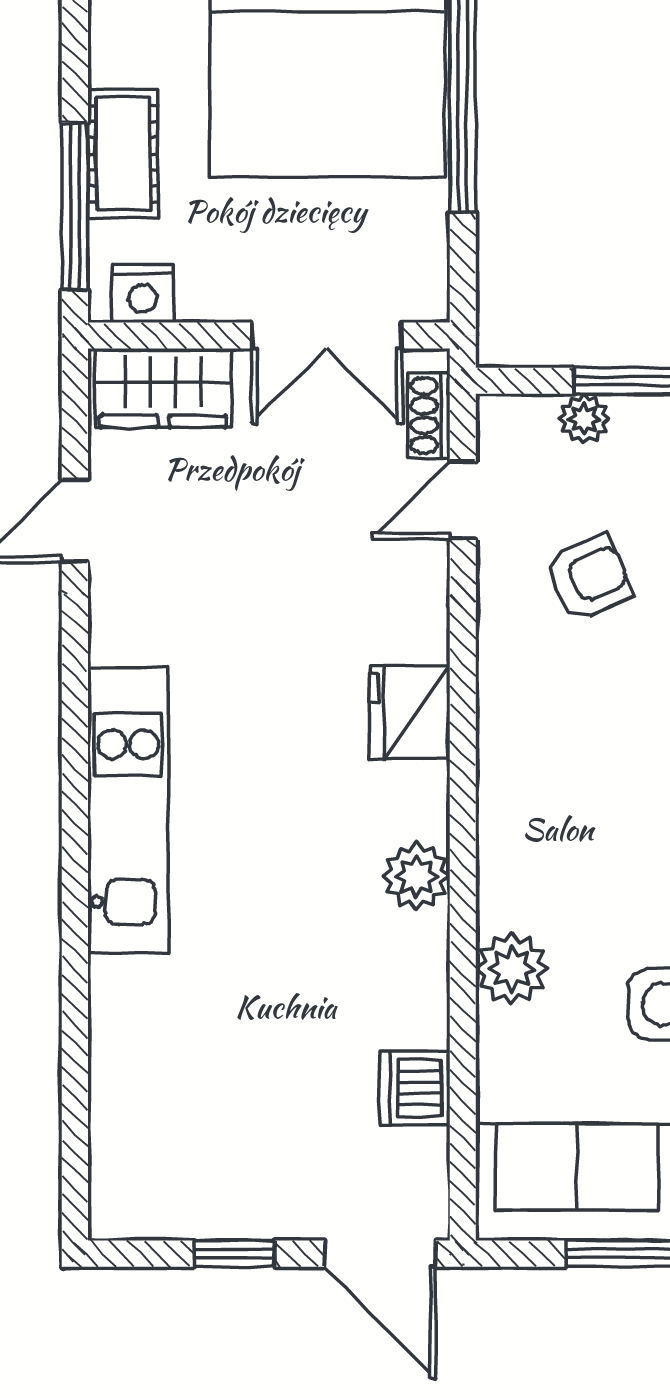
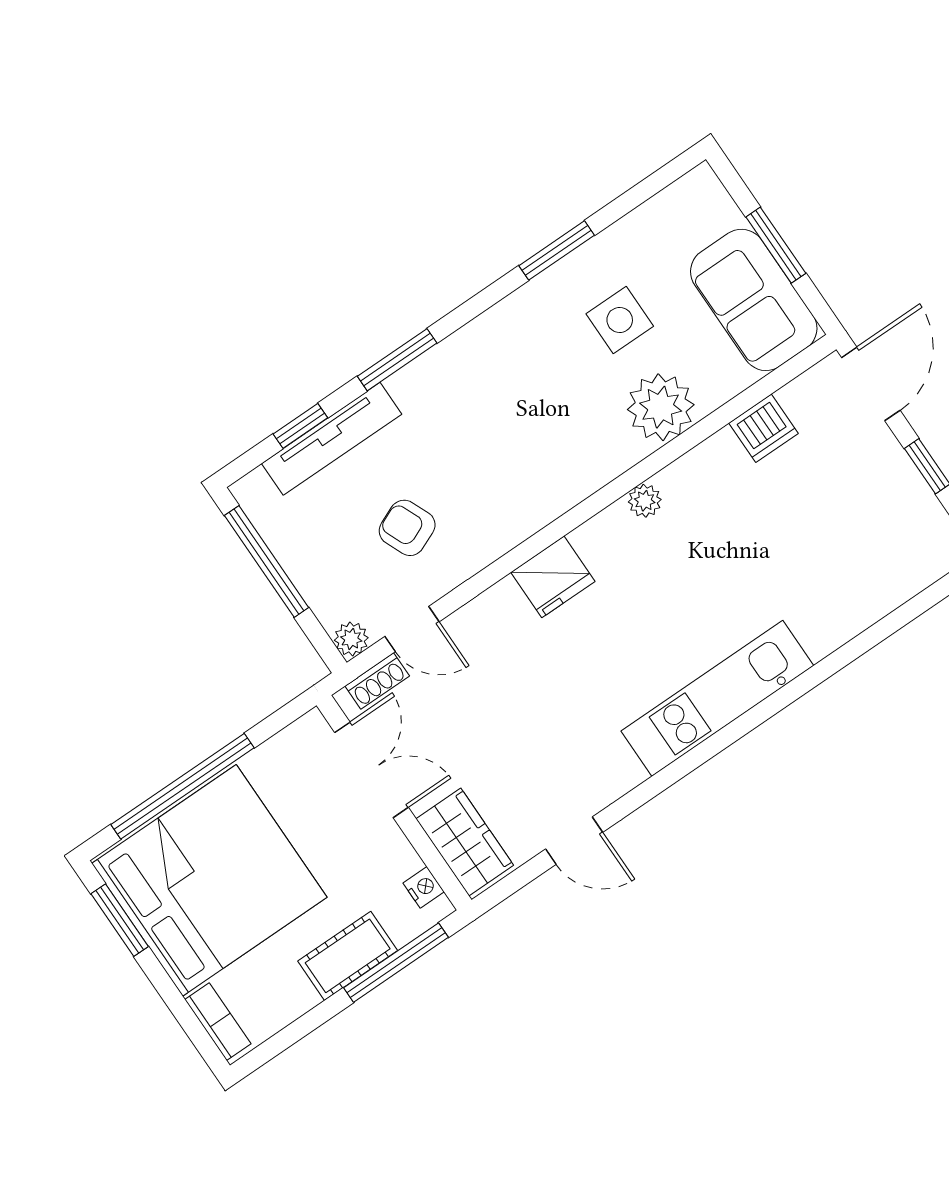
nightstand: (143, 294) -> (424, 887), width x0.72, depth x0.74
plant: (584, 419) -> (351, 639), moved
plant: (416, 876) -> (645, 501), width x0.73, depth x0.73
plant: (512, 969) -> (661, 407), width x1.36, depth x1.36

